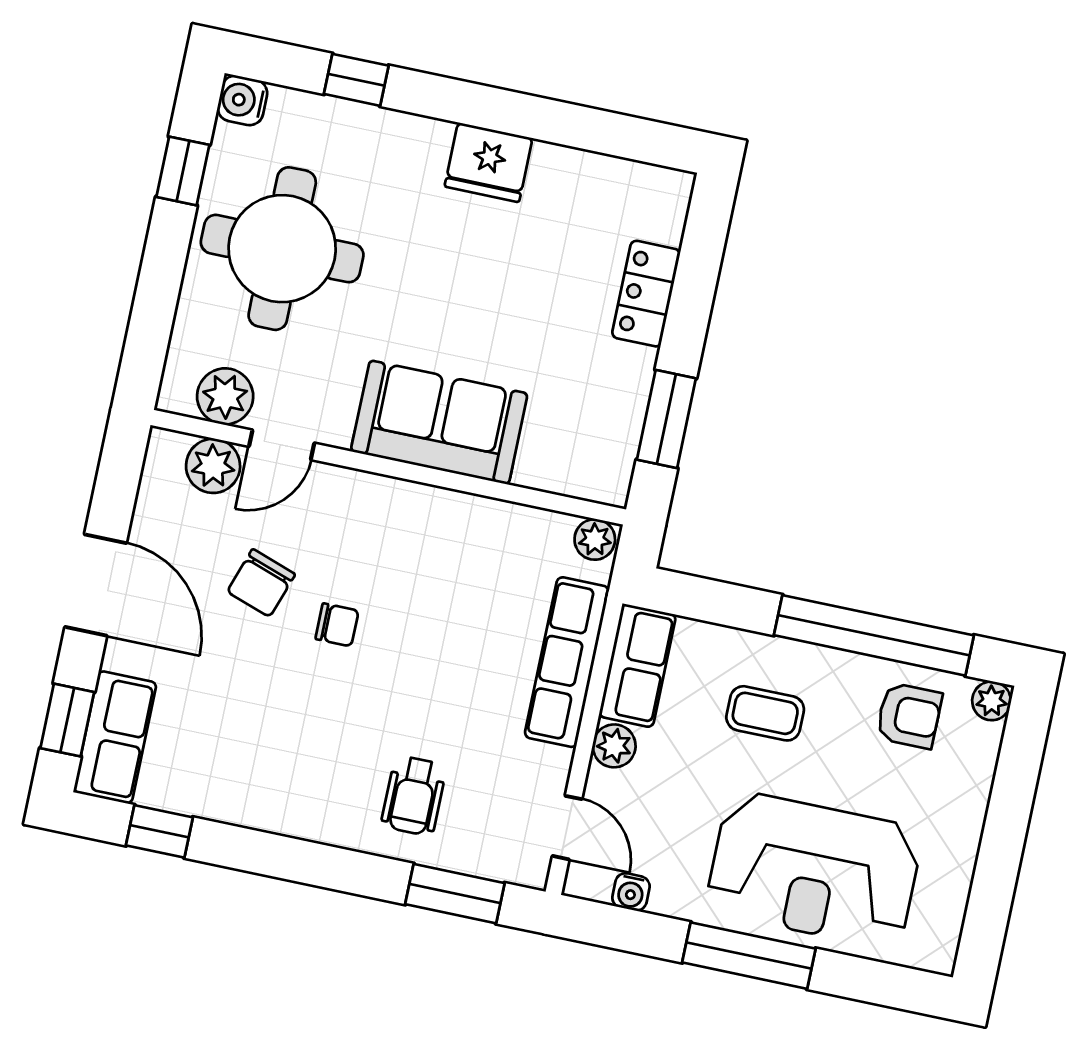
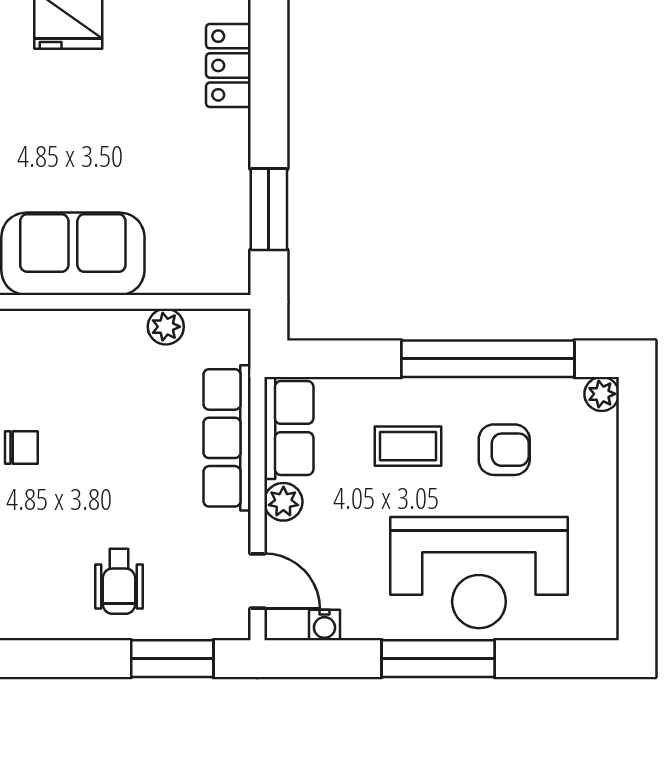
locker: (646, 294) -> (228, 65), moved
plant: (595, 539) -> (166, 327), moved
armchair: (909, 716) -> (504, 450), moved

